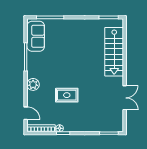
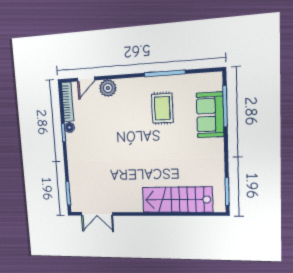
sofa: (36, 36) -> (210, 115), moved, turned 90
plant: (33, 84) -> (108, 88), moved
rug: (67, 95) -> (162, 108), moved
double door: (125, 98) -> (97, 214), moved

